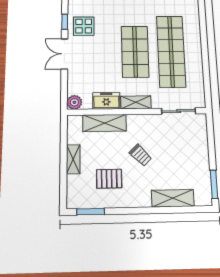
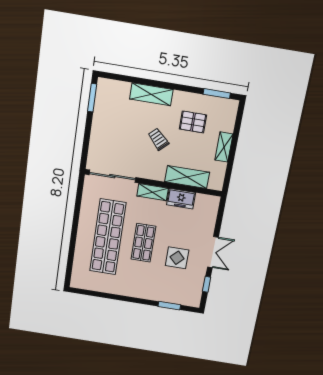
display table: (84, 26) -> (177, 258), moved
shop shelf: (135, 52) -> (143, 243), width x0.70, depth x0.74
plant: (74, 102) -> (212, 203), removed
sliding door: (179, 111) -> (112, 176), width x1.37
shelving: (173, 198) -> (151, 94), moved

